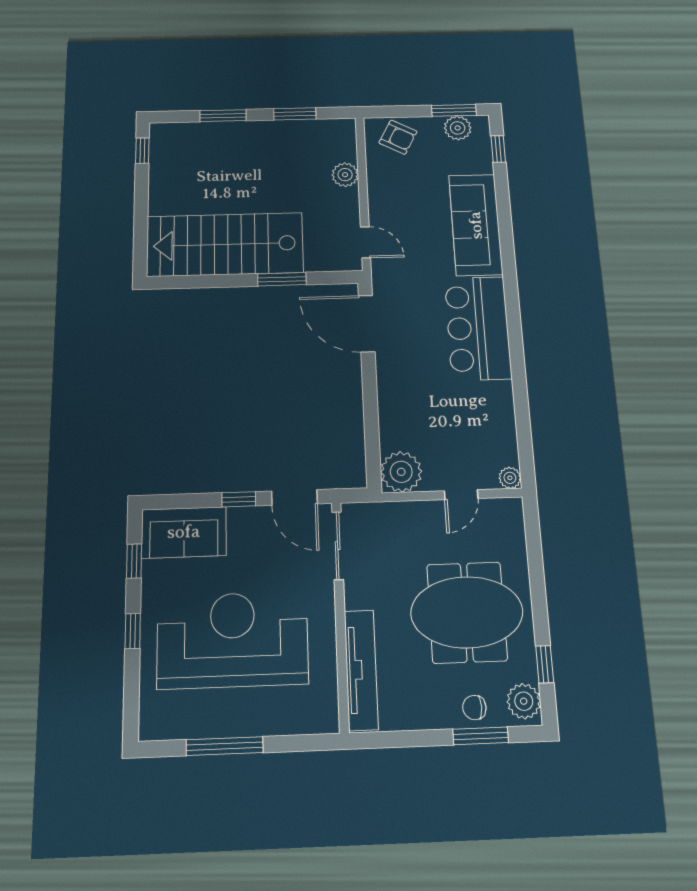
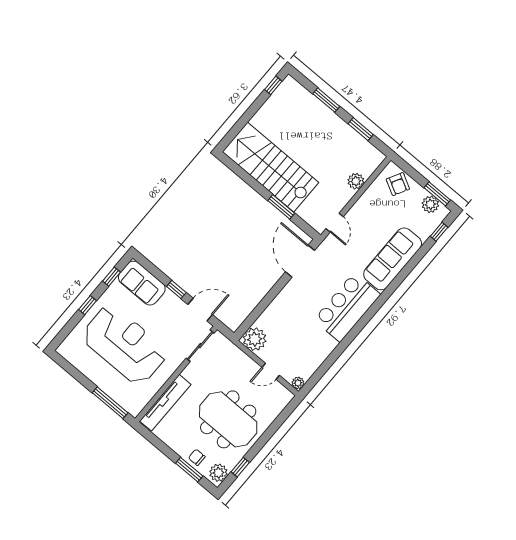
door: (294, 497) -> (200, 310), swing flipped
window: (225, 746) -> (110, 403), moved

